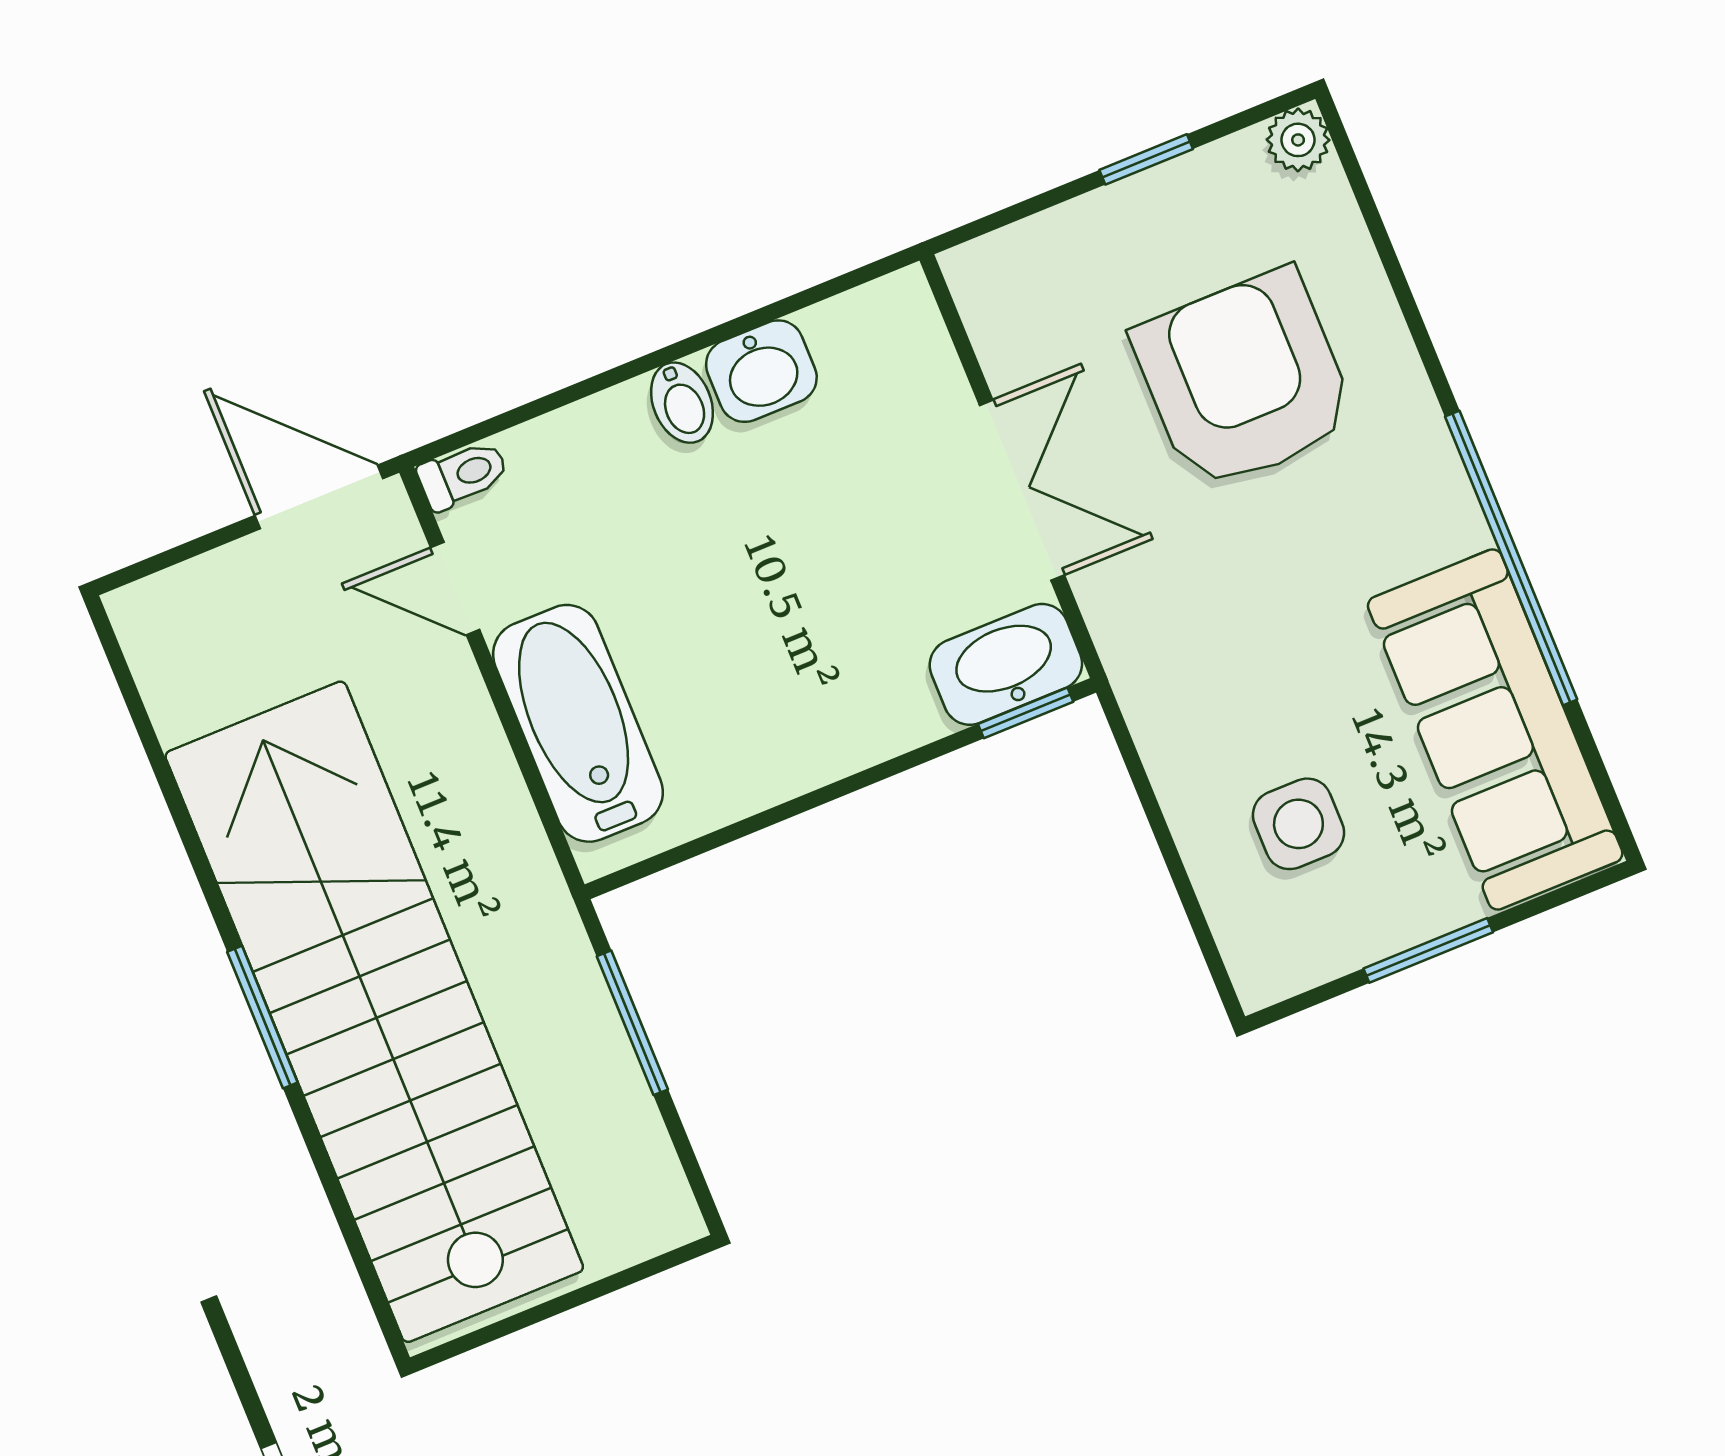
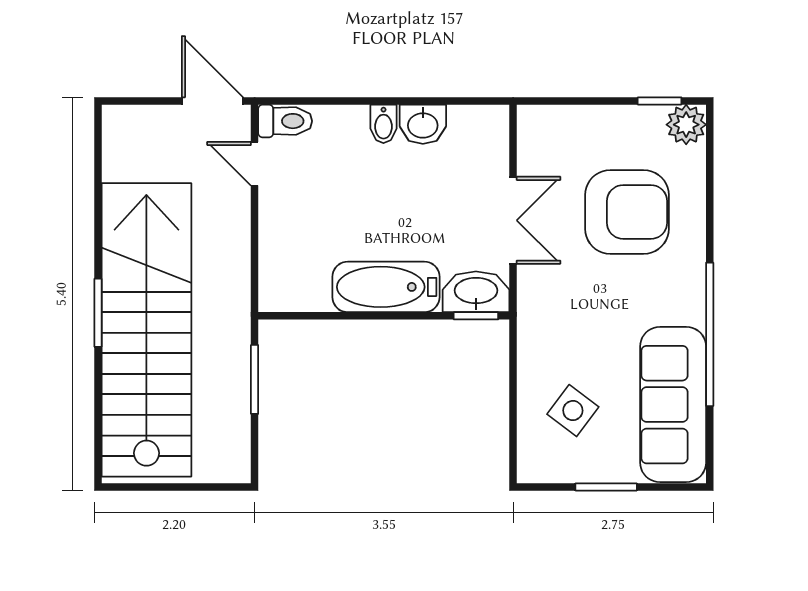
plant: (1298, 140) -> (686, 125), width x1.38, depth x1.38
window: (1146, 159) -> (660, 101), moved
armchair: (1244, 380) -> (627, 212), turned 90
toilet: (463, 475) -> (285, 121), width x1.37, depth x1.39
bathtub: (578, 723) -> (386, 287), moved, turned -90
side table: (1298, 824) -> (573, 411), turned 37

